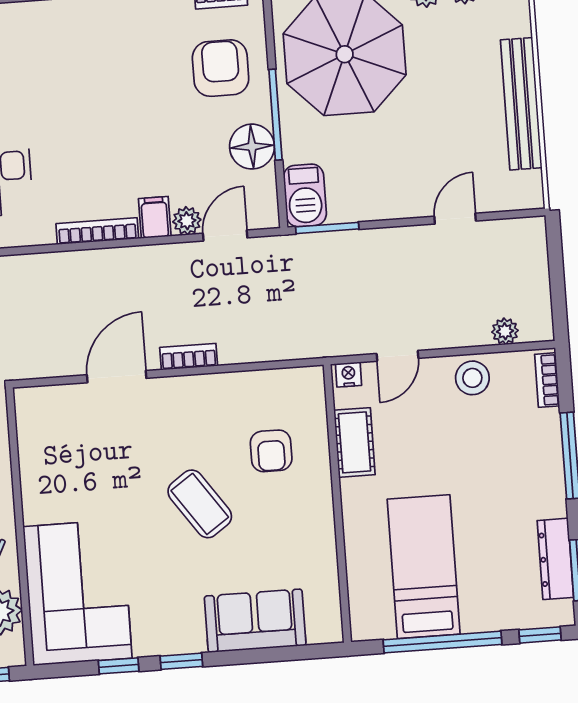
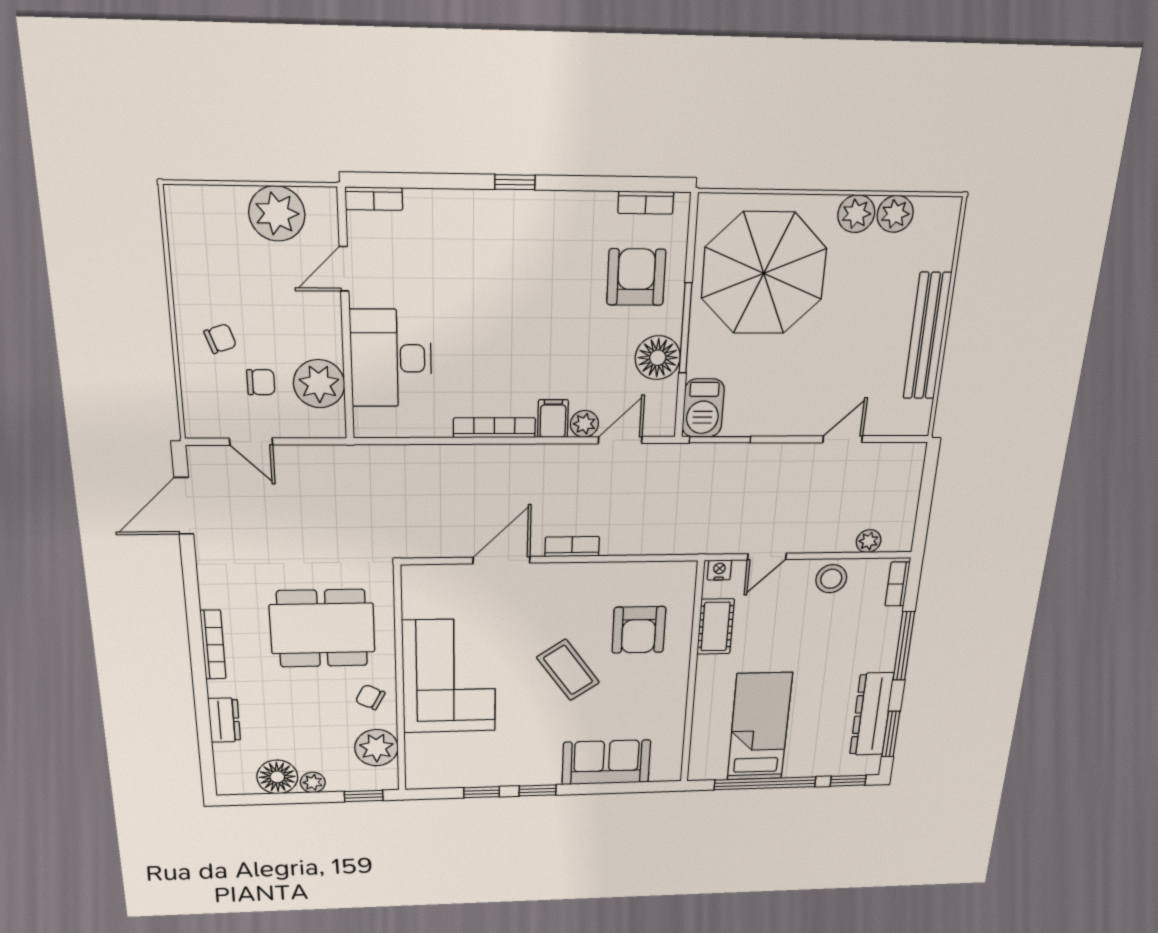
armchair: (271, 451) -> (639, 630), width x1.38, depth x1.38
dresser: (555, 559) -> (872, 714), width x1.37, depth x1.24
corner sofa: (78, 592) -> (449, 676), moved

